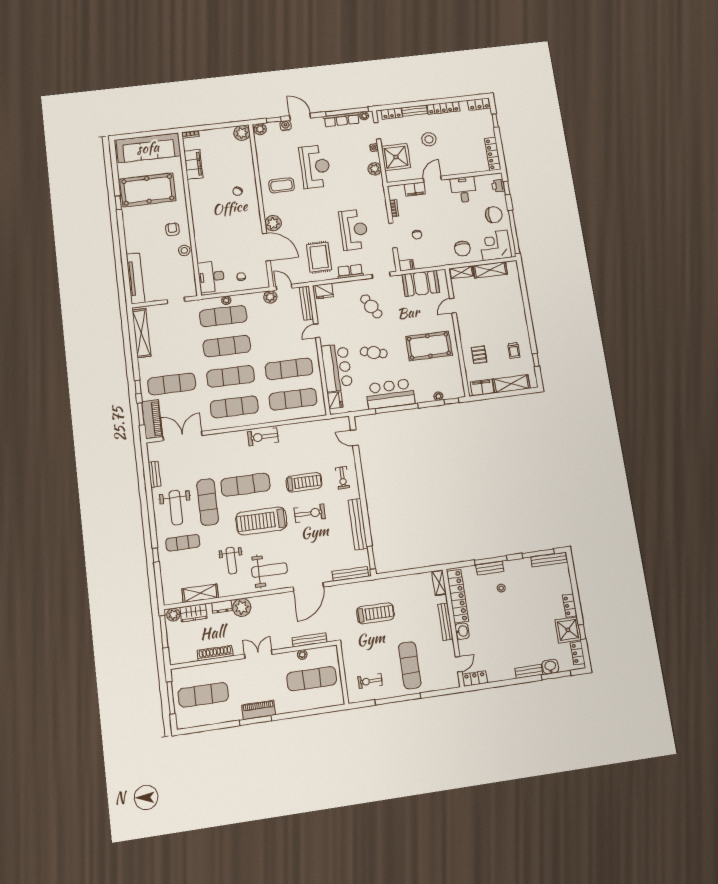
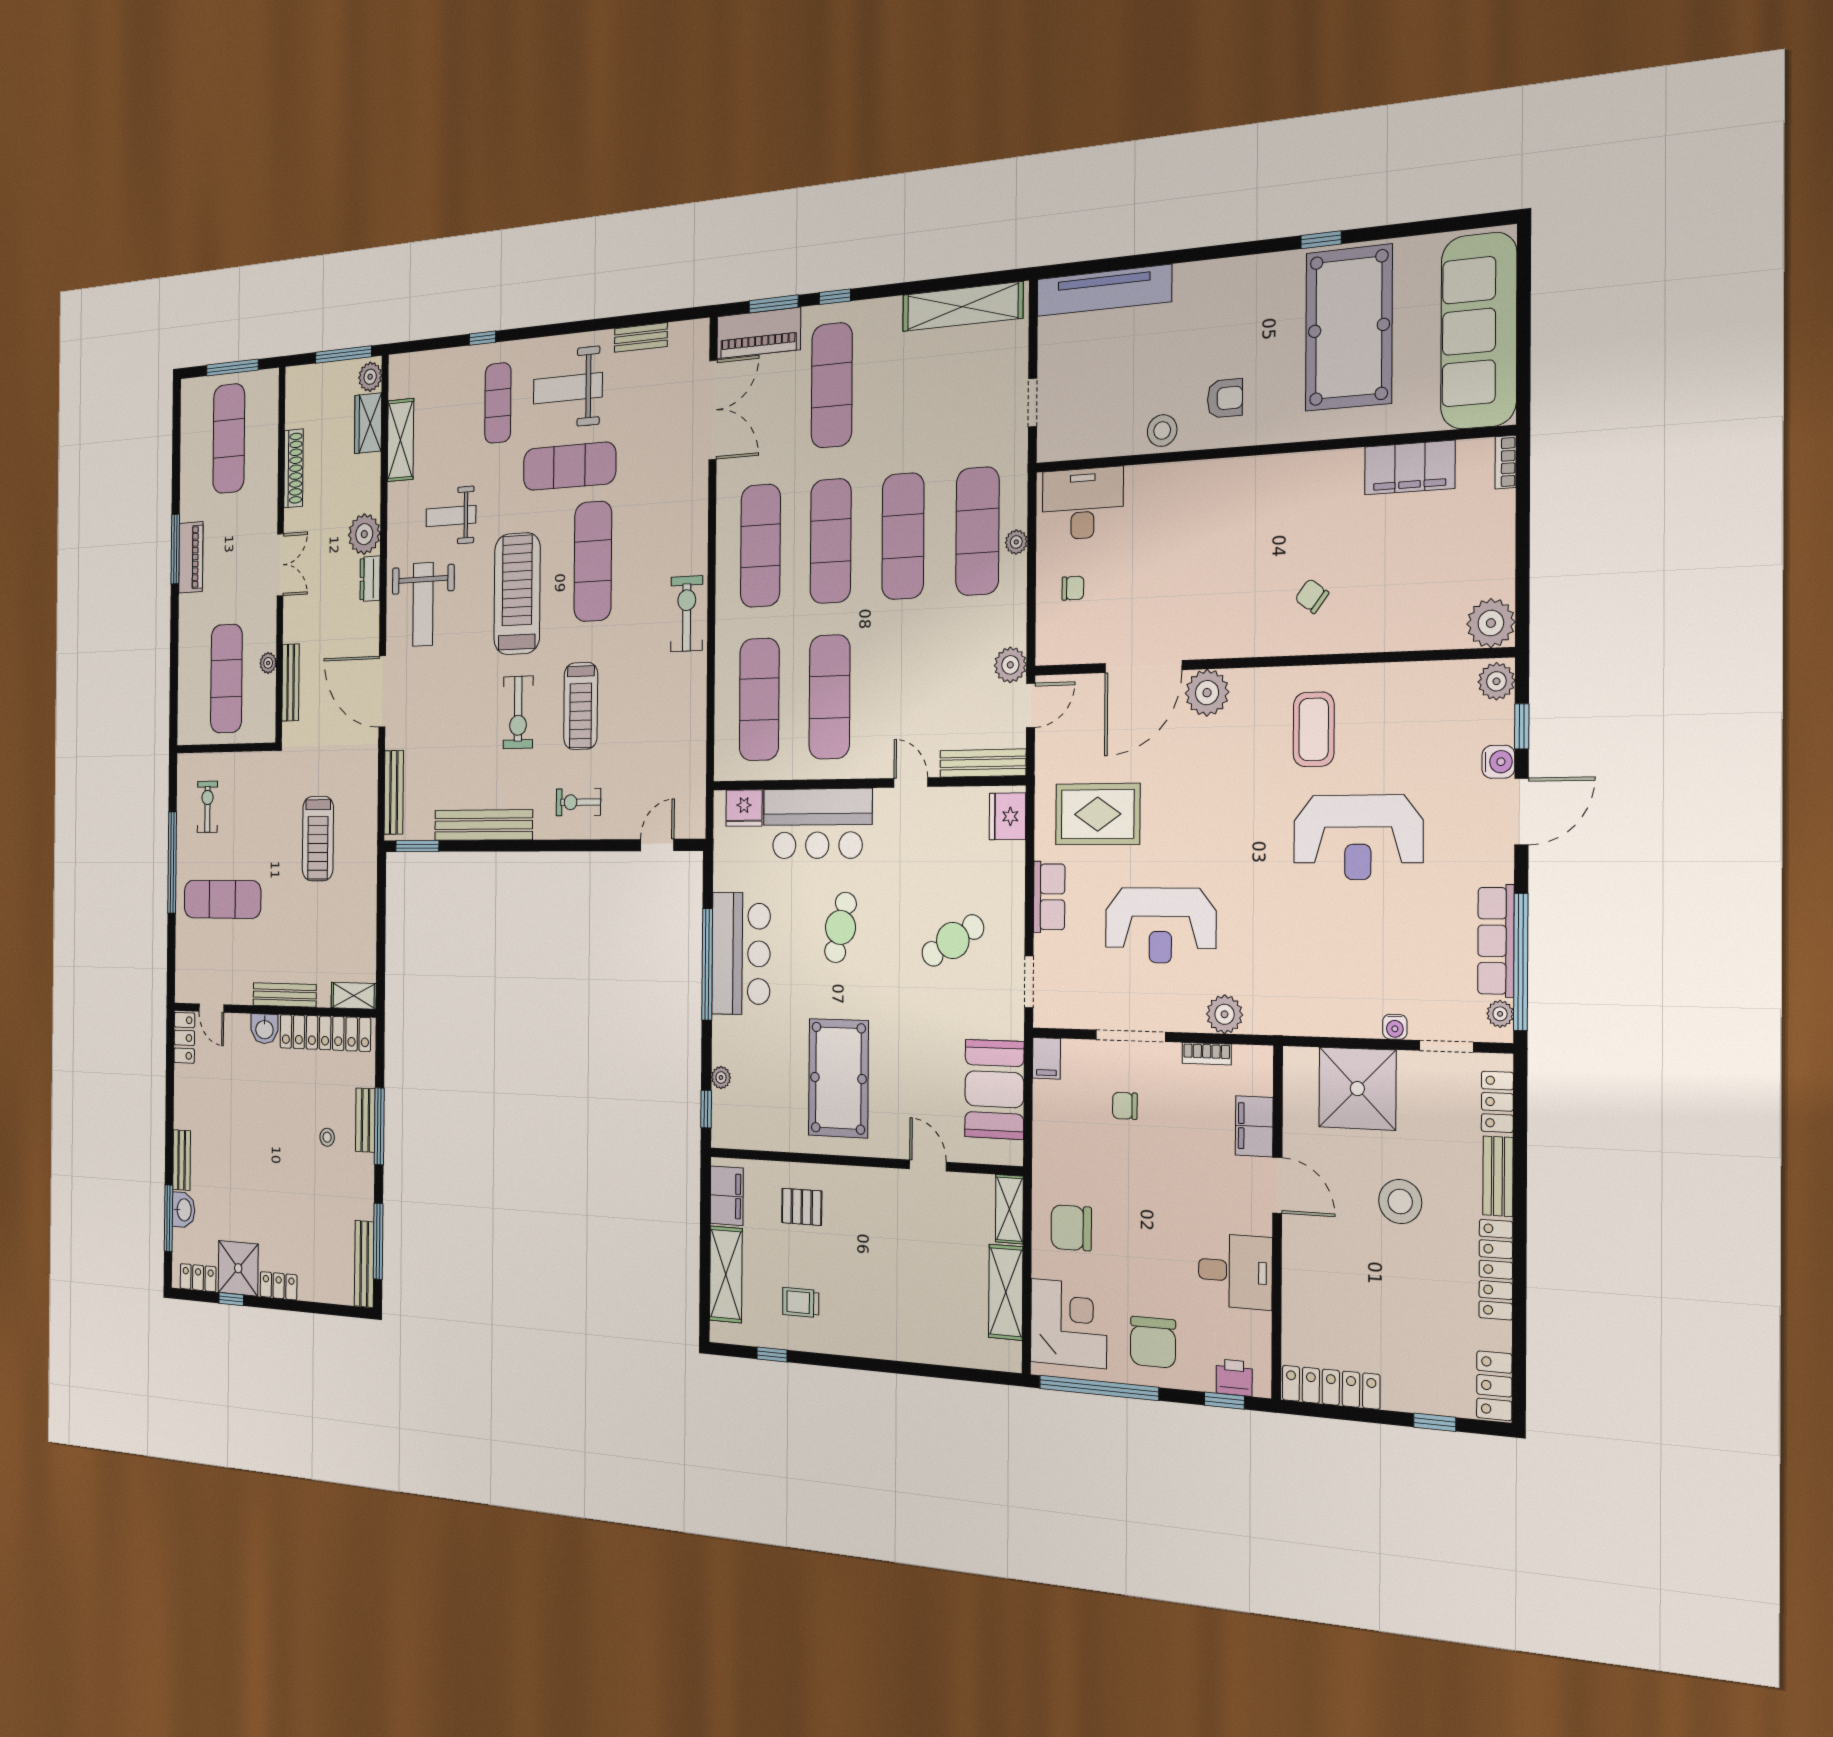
plant: (375, 169) -> (1225, 1014), moved
dresser: (222, 607) -> (370, 579), moved

